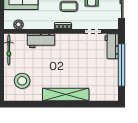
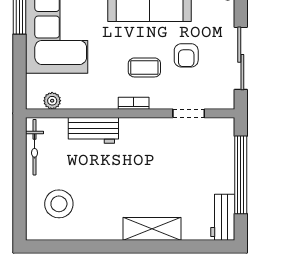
workbench: (112, 46) -> (223, 217), moved
shelving: (66, 94) -> (152, 229), width x0.68

